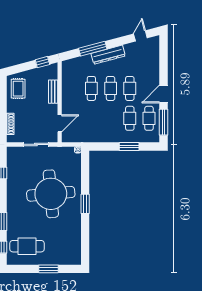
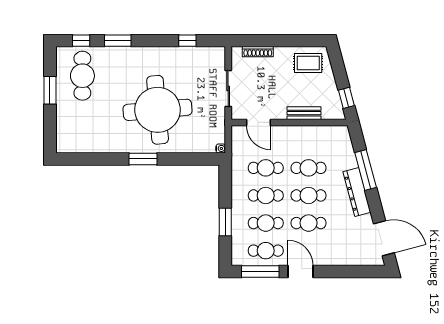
door: (140, 36) -> (384, 238), width x1.87
cafe table: (91, 118) -> (266, 168), added
cafe table: (111, 118) -> (266, 195), added
window: (48, 269) -> (50, 90), moved

